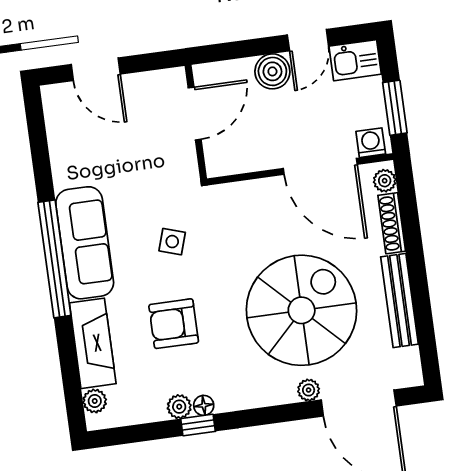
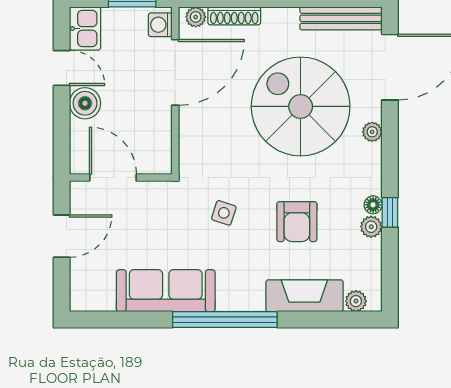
door: (96, 69) -> (62, 236), moved
sofa: (85, 243) -> (166, 291), moved
bench: (400, 301) -> (341, 18), moved
plant: (309, 390) -> (372, 132), moved

